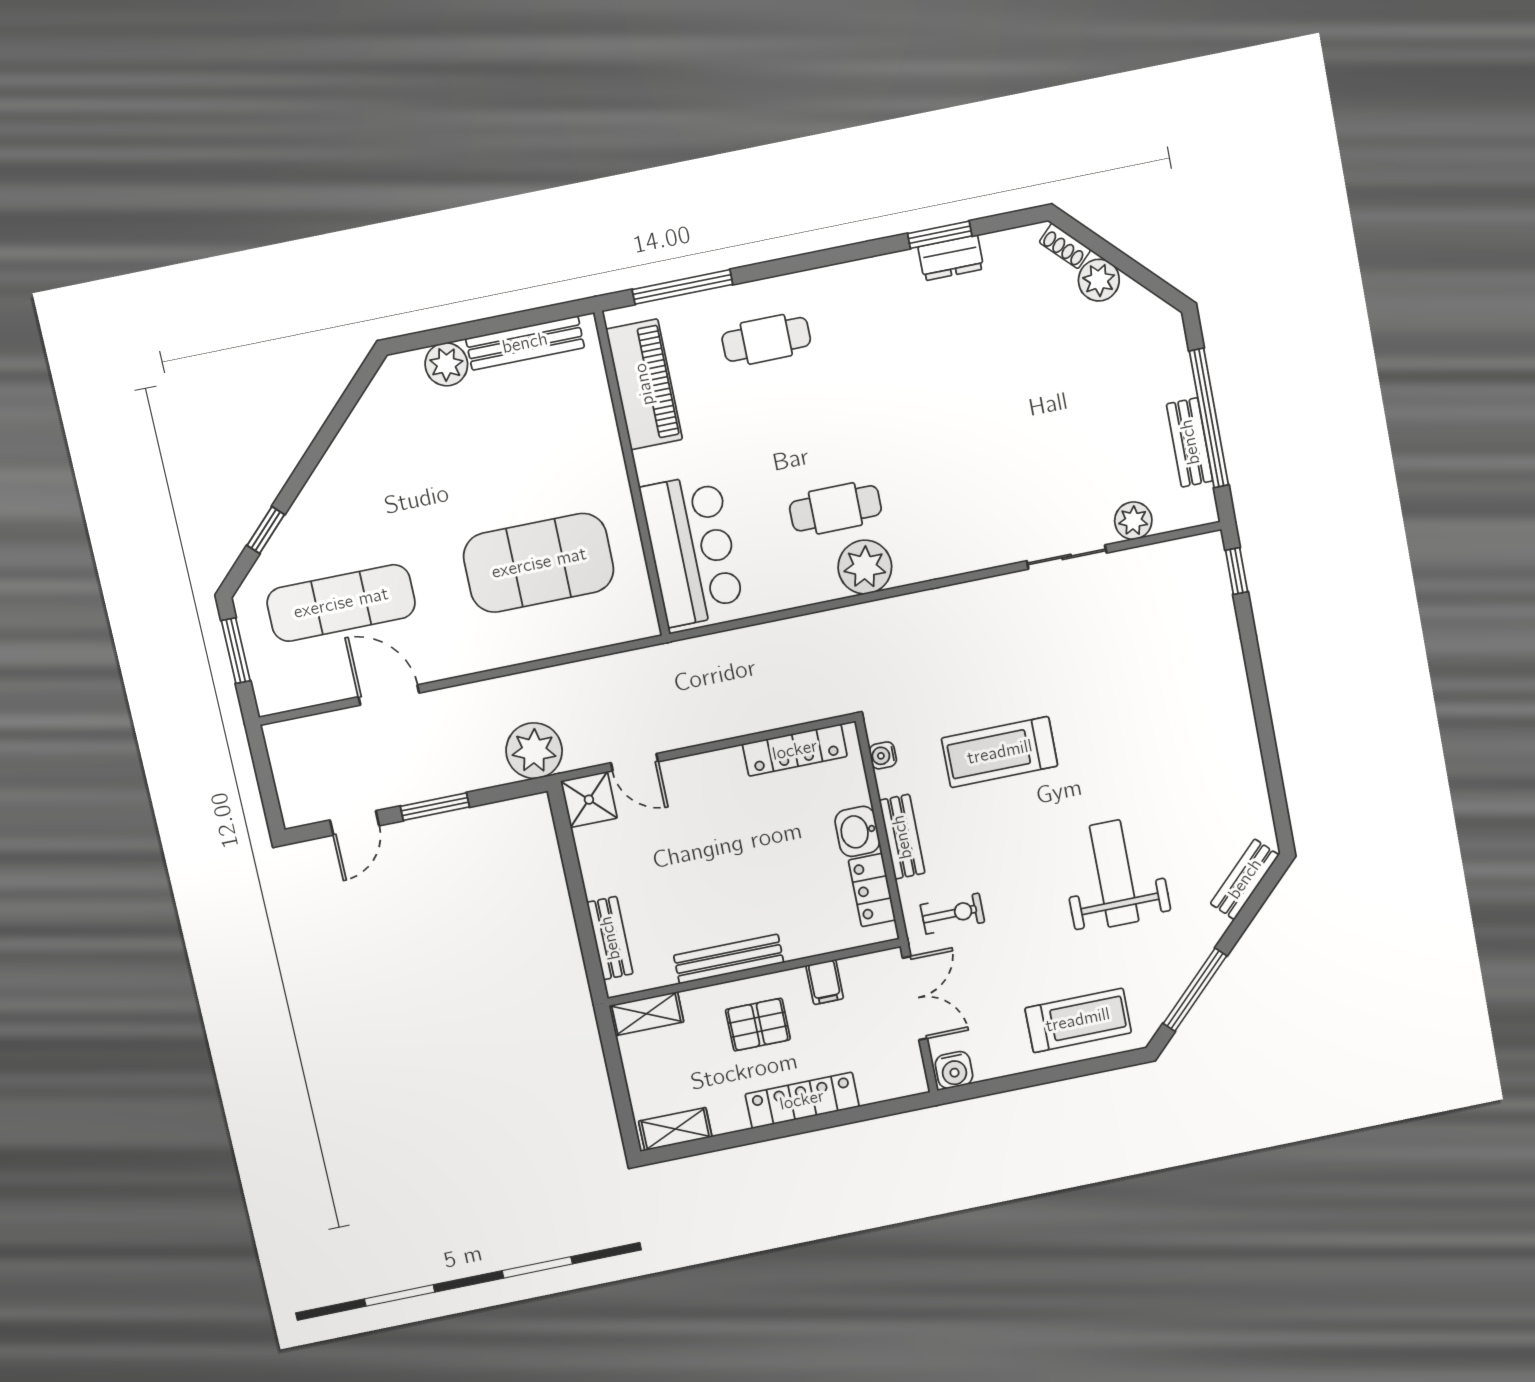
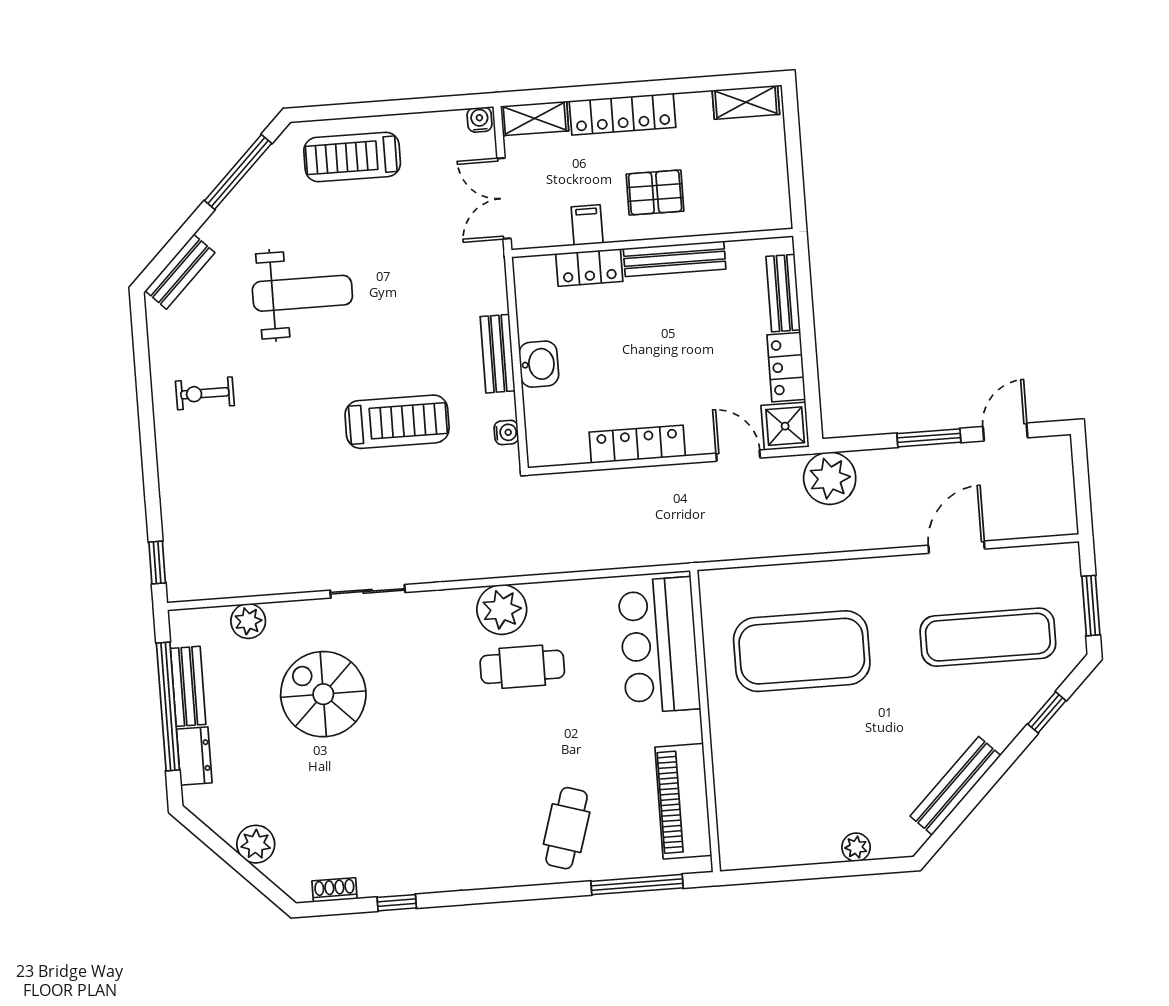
window: (940, 235) -> (397, 903), width x0.67
shoe rack: (1065, 246) -> (335, 890), moved, turned -45
dresser: (951, 258) -> (194, 756), moved, turned 90
cafe table: (766, 339) -> (567, 828), turned -73
bench: (525, 343) -> (955, 786), moved, turned -45
plant: (446, 364) -> (856, 847), width x0.73, depth x0.73
spiral stairs: (1045, 452) -> (323, 694), added
sliding door: (1067, 557) -> (368, 591), moved
door: (389, 695) -> (956, 547), swing flipped
locker: (795, 750) -> (637, 444), moved
locker: (596, 861) -> (786, 367), added
weight bench: (1114, 873) -> (302, 293), turned -90
locker: (872, 890) -> (589, 268), moved, turned 90
exercise bike: (953, 914) -> (205, 393), moved
shelving: (646, 1014) -> (535, 118), moved
water cooler: (954, 1070) -> (480, 120), width x0.72, depth x0.72

